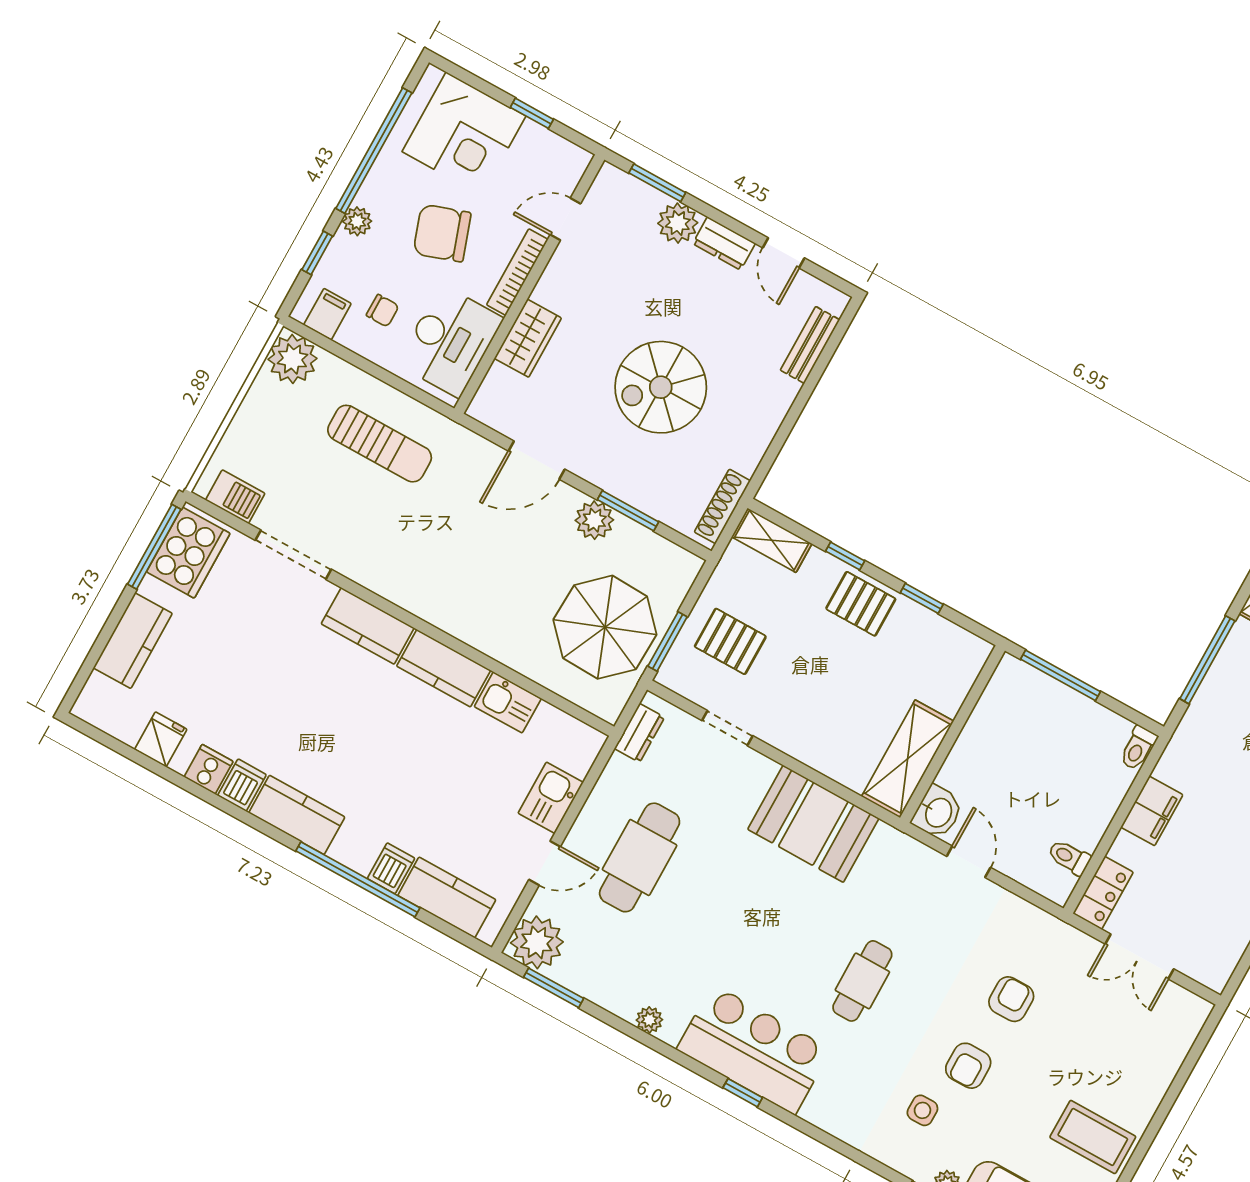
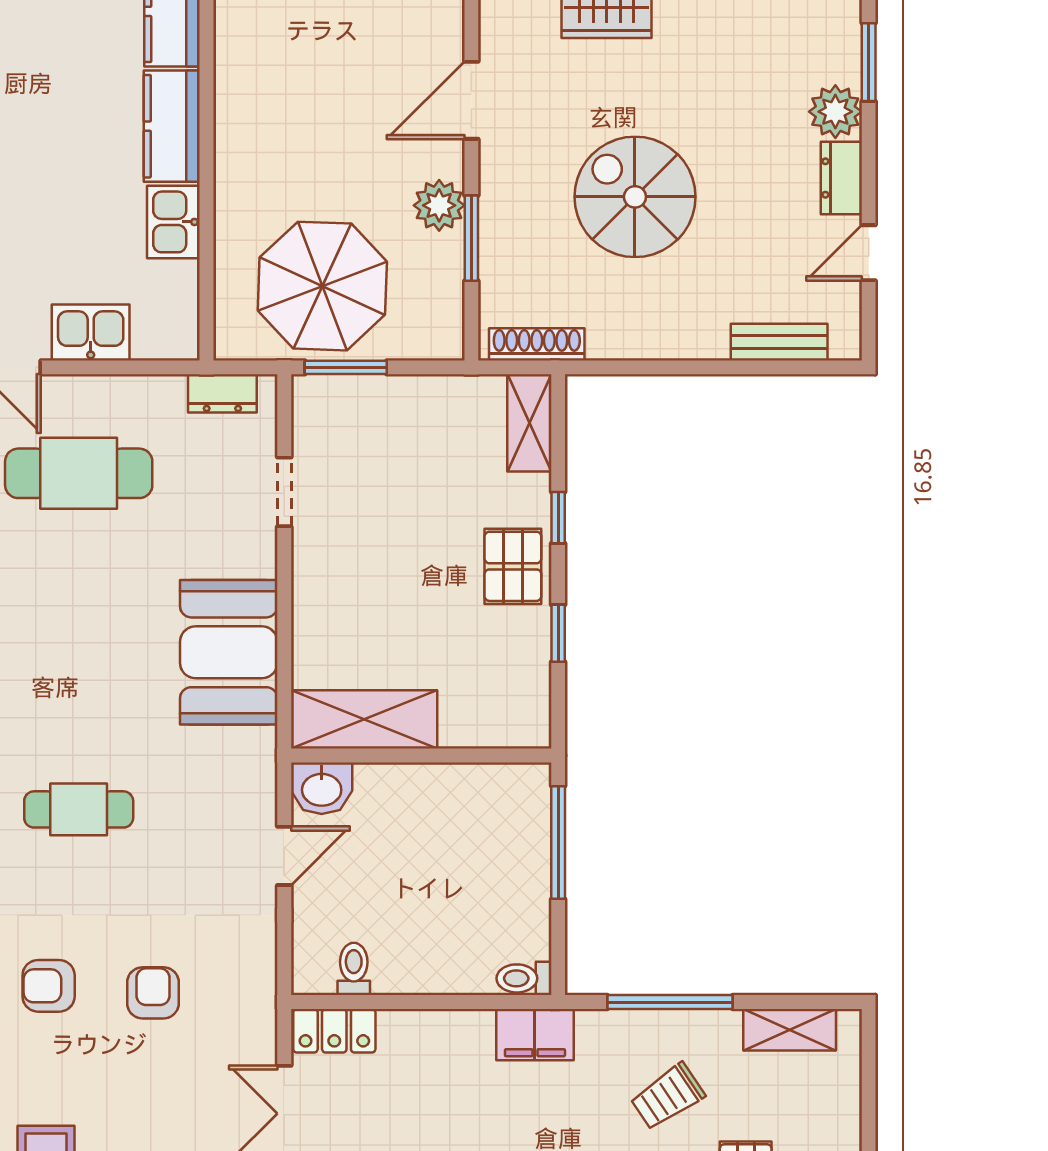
door: (537, 460) -> (471, 100), hinge flipped
pallet: (730, 641) -> (386, 440), removed
filing cabinet: (1152, 811) -> (535, 1035), moved
armchair: (1011, 999) -> (153, 993), turned -90

